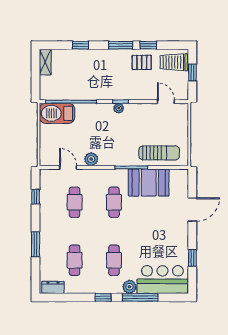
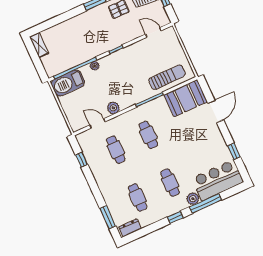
window: (80, 45) -> (62, 18), removed
plant: (119, 108) -> (95, 66), moved
booth: (149, 183) -> (186, 98), moved
window: (36, 244) -> (108, 217), moved

